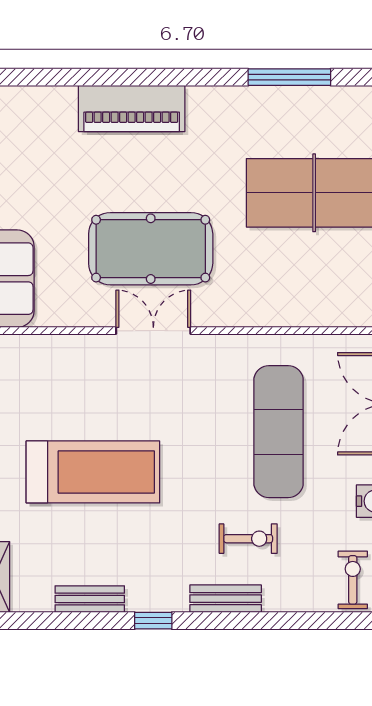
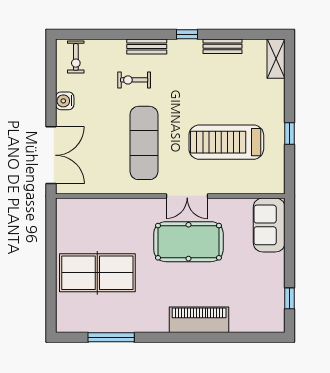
exercise mat: (279, 432) -> (144, 143), moved
treadmill: (93, 472) -> (226, 142), moved

